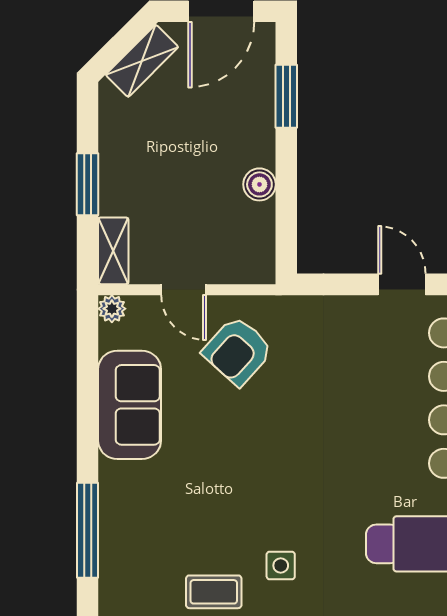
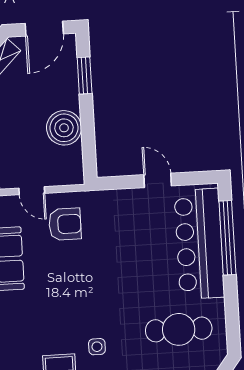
boiler: (259, 184) -> (64, 128), width x1.86, depth x1.86
armchair: (238, 351) -> (65, 224), turned -132

